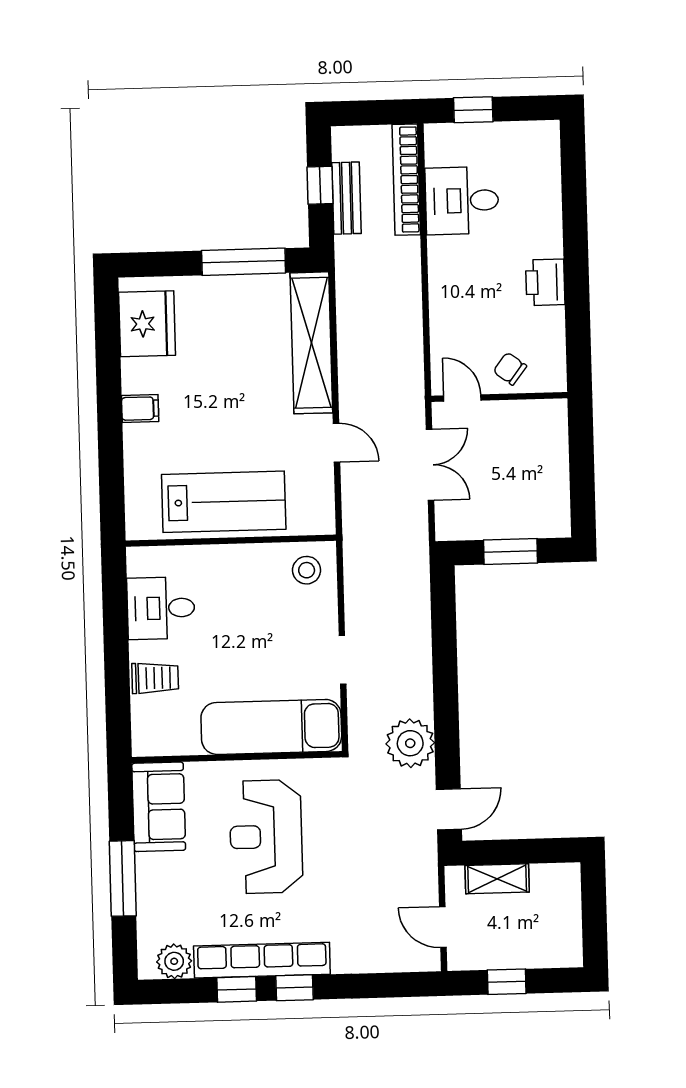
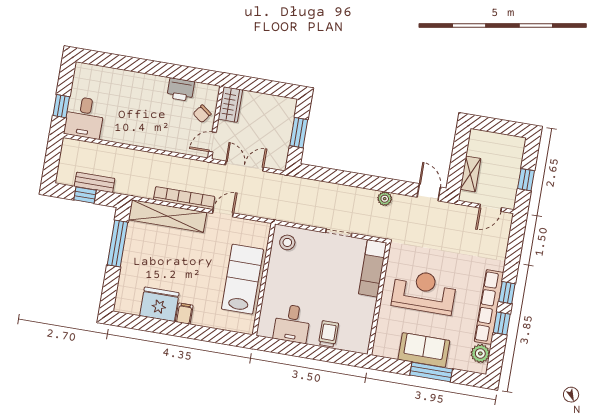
bookcase: (406, 180) -> (184, 198), moved, turned 180
desk: (462, 201) -> (84, 118), moved
printer: (545, 282) -> (181, 90), moved
fridge: (147, 324) -> (159, 304), moved
wardrobe: (537, 417) -> (230, 104), added
exam couch: (271, 727) -> (373, 268), width x0.73, depth x0.69
plant: (410, 743) -> (385, 199), width x0.53, depth x0.53
sofa: (159, 807) -> (424, 350), moved
reception desk: (266, 837) -> (424, 292), turned 180

